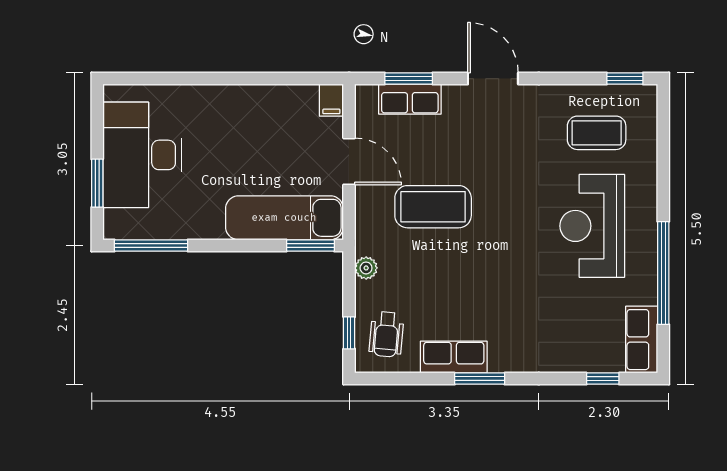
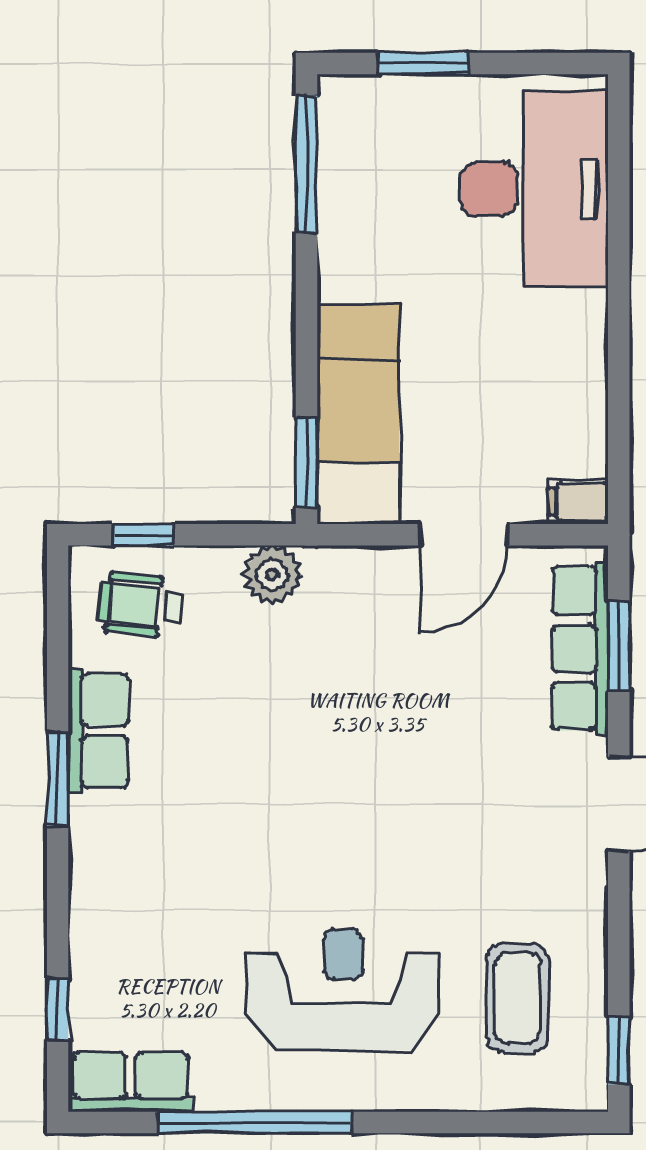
row of seats: (410, 99) -> (580, 649), width x1.48
desk: (142, 155) -> (534, 189), moved, turned 90
coffee table: (433, 207) -> (379, 692), removed
plant: (366, 268) -> (272, 575), width x1.38, depth x1.38

